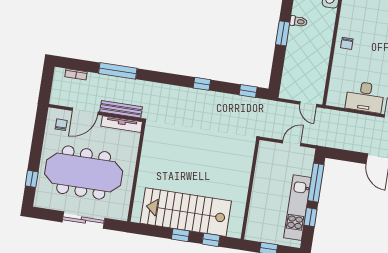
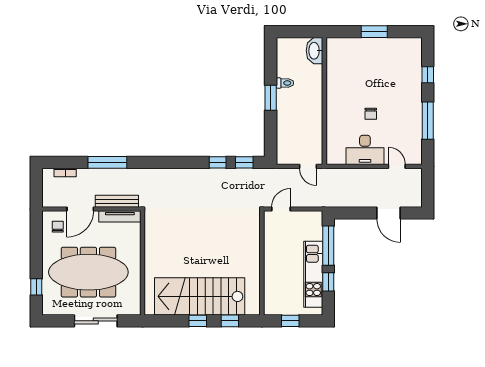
chair: (347, 43) -> (371, 114), moved
window: (202, 84) -> (218, 162), moved
door: (292, 143) -> (281, 209), moved

